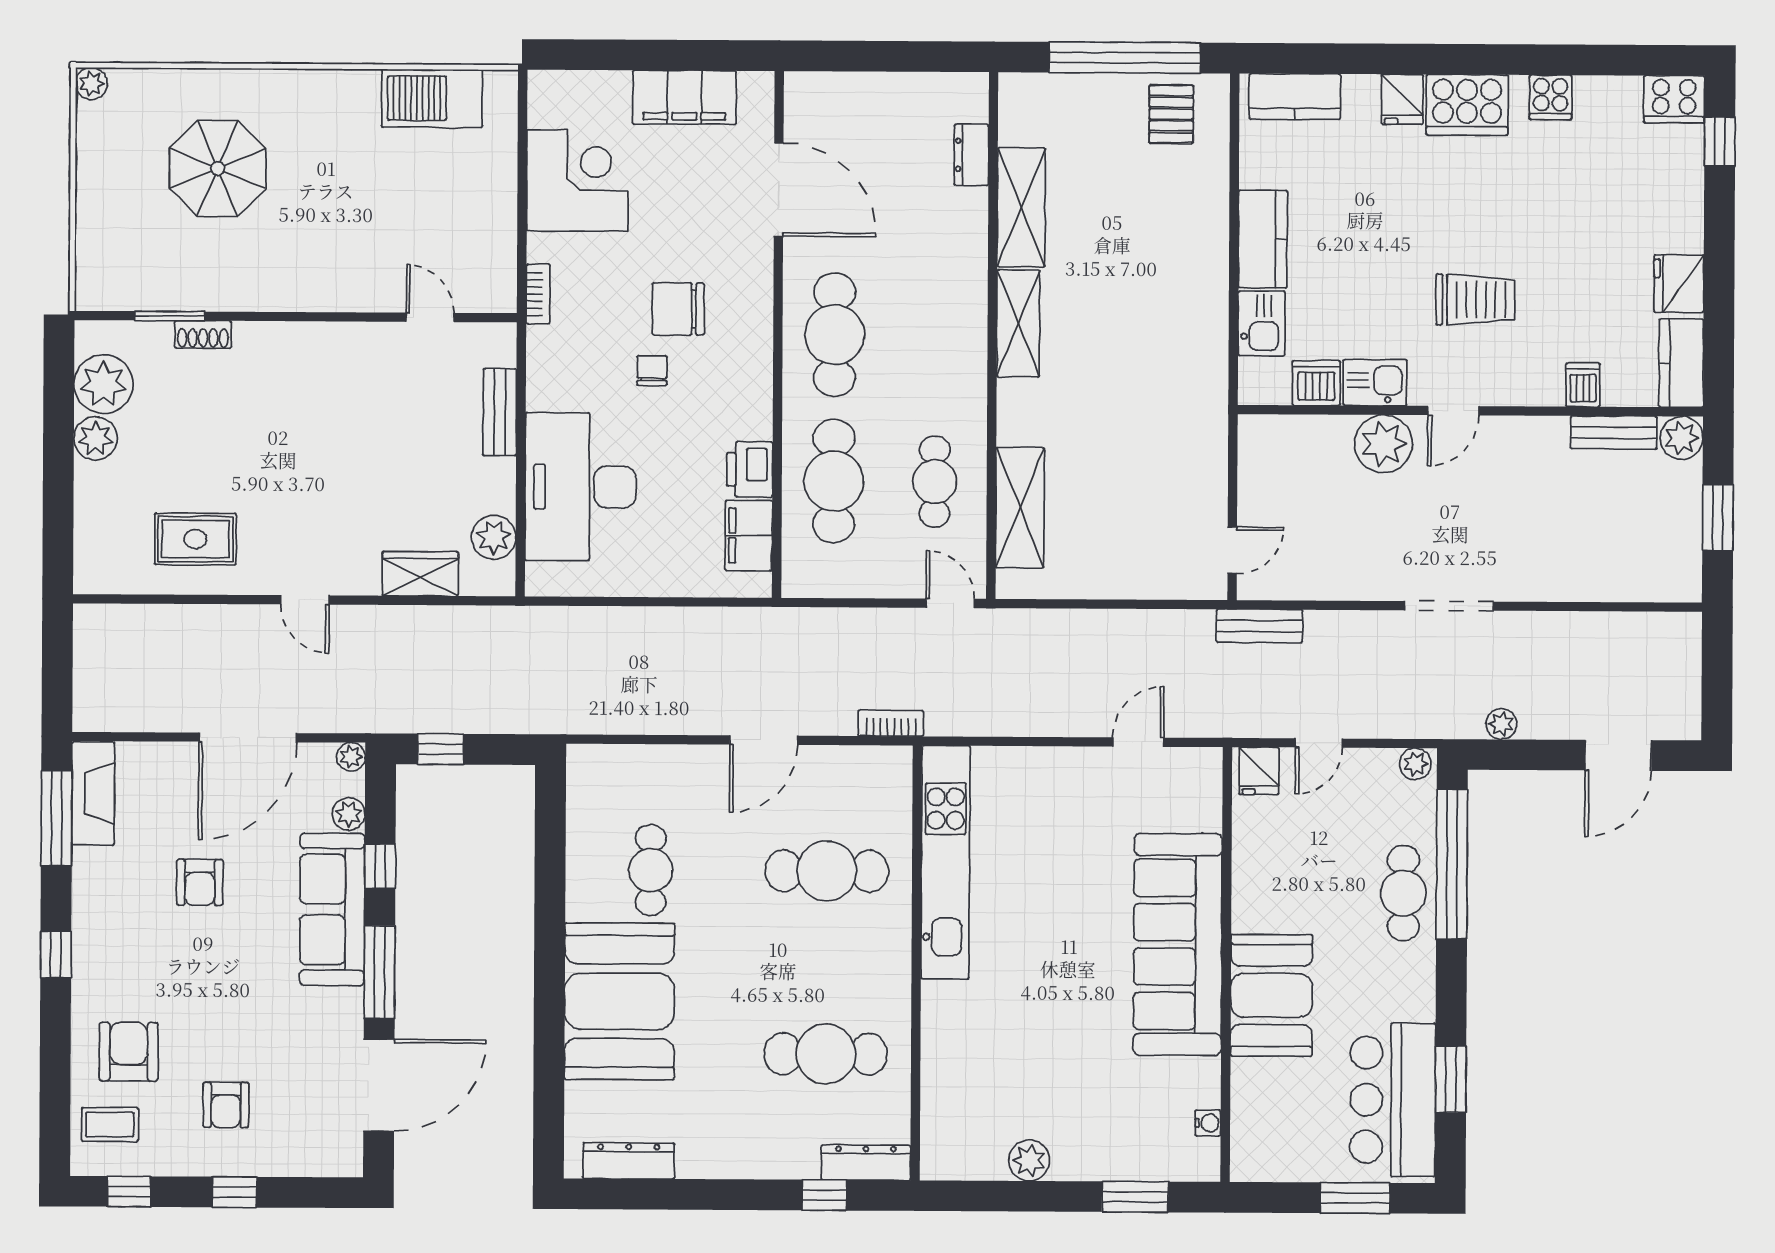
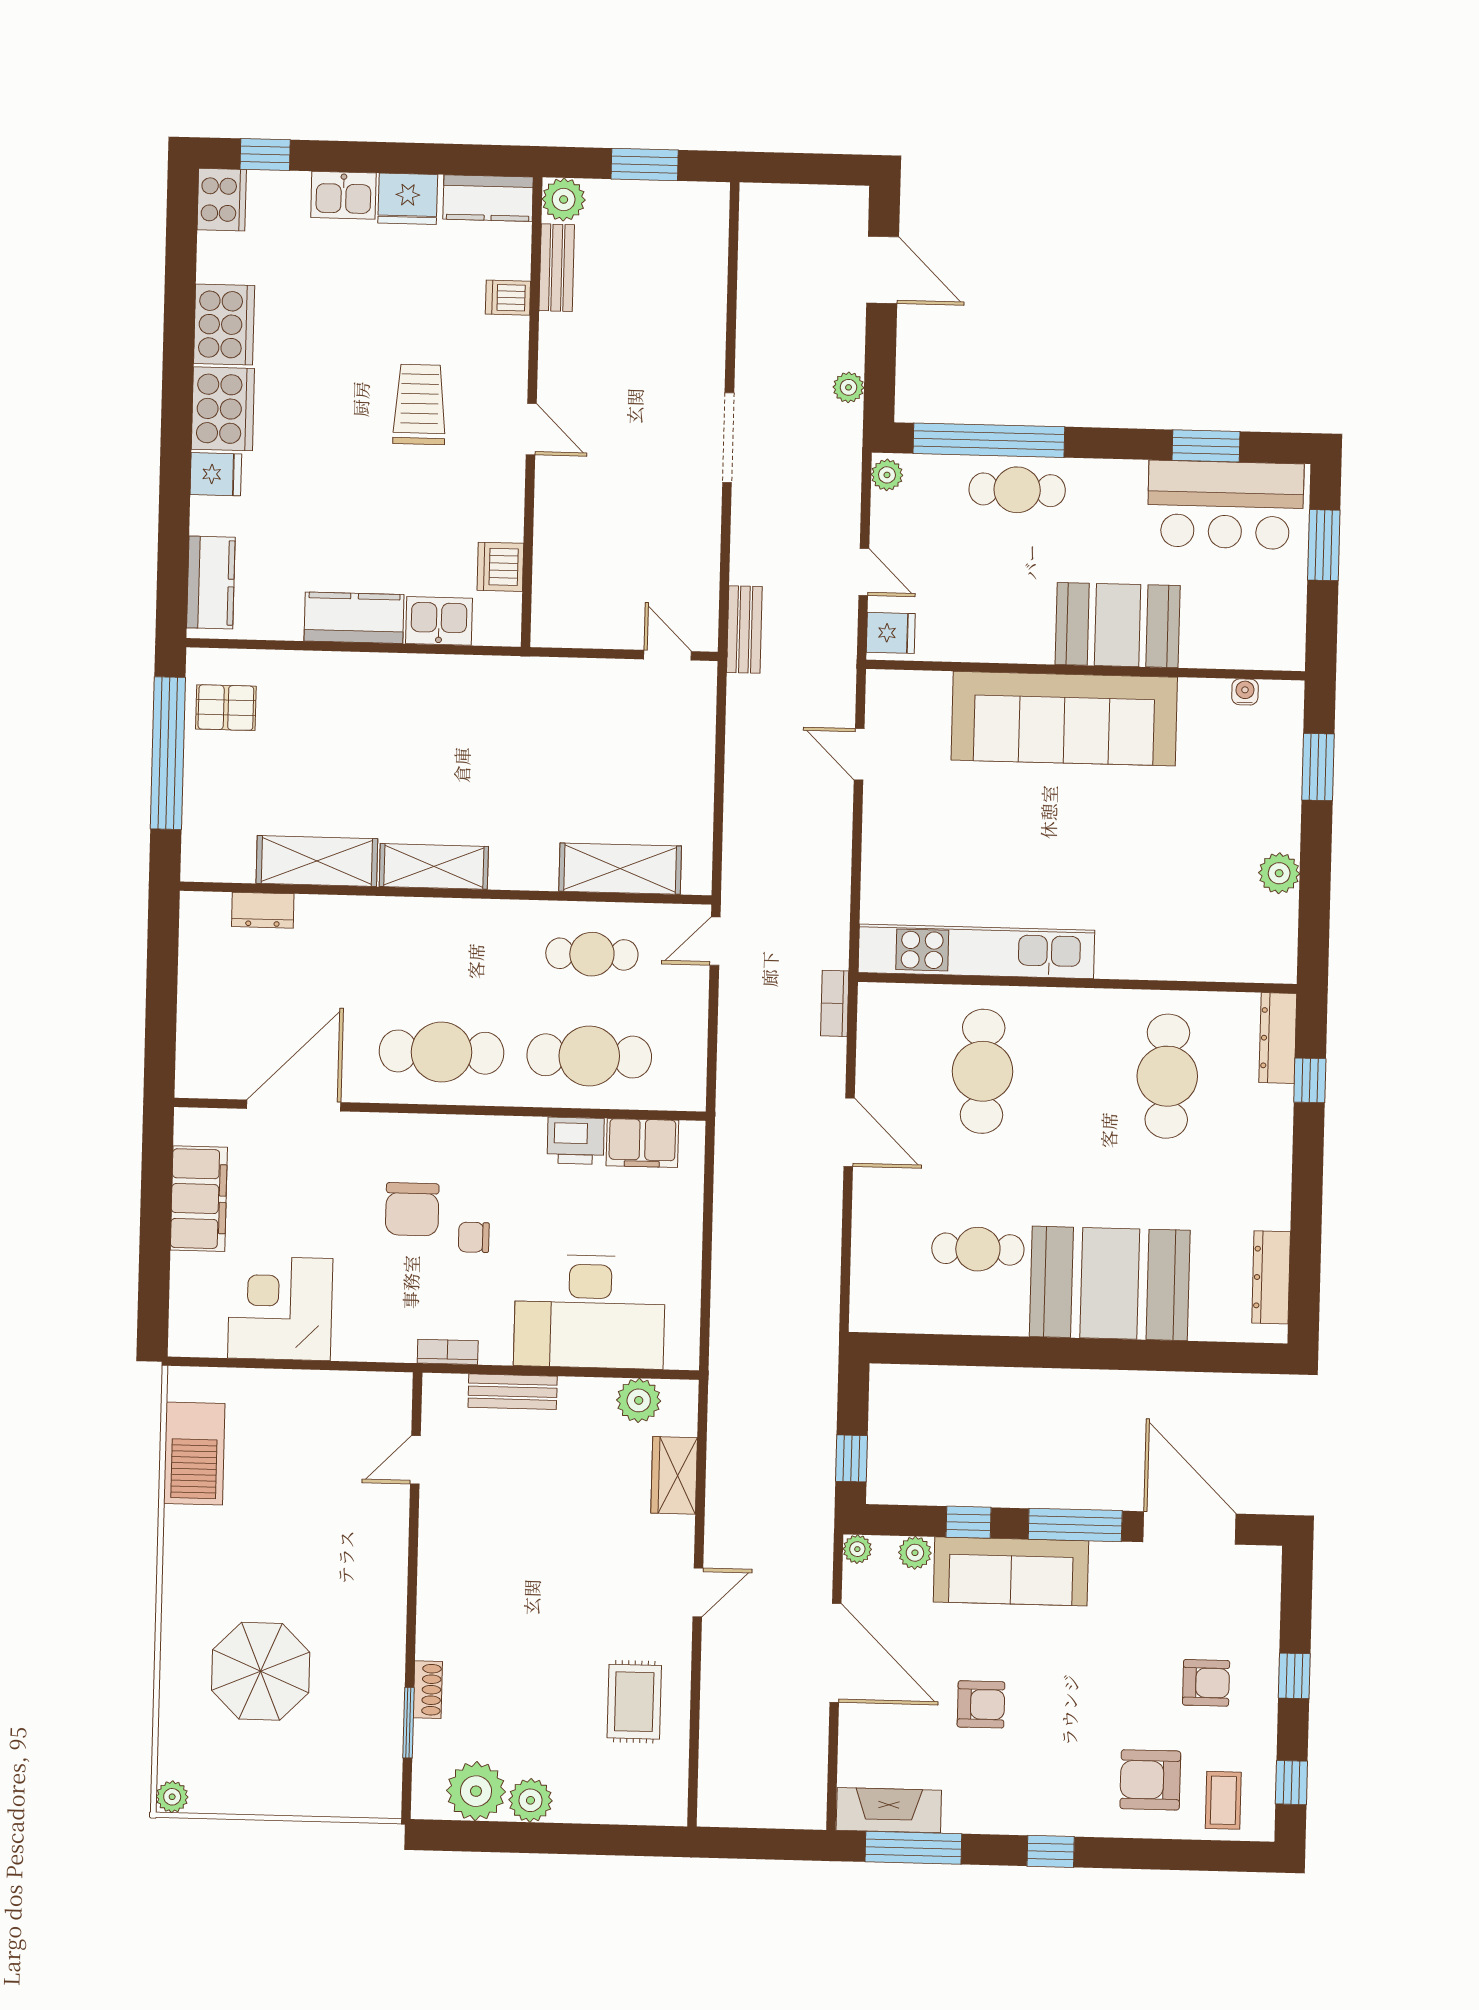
cooker: (1551, 97) -> (224, 324), width x1.87, depth x1.31
bookcase: (538, 294) -> (448, 1352), moved
kitchen sink: (1375, 383) -> (343, 195), moved, turned -90
plant: (1383, 444) -> (563, 500), removed

